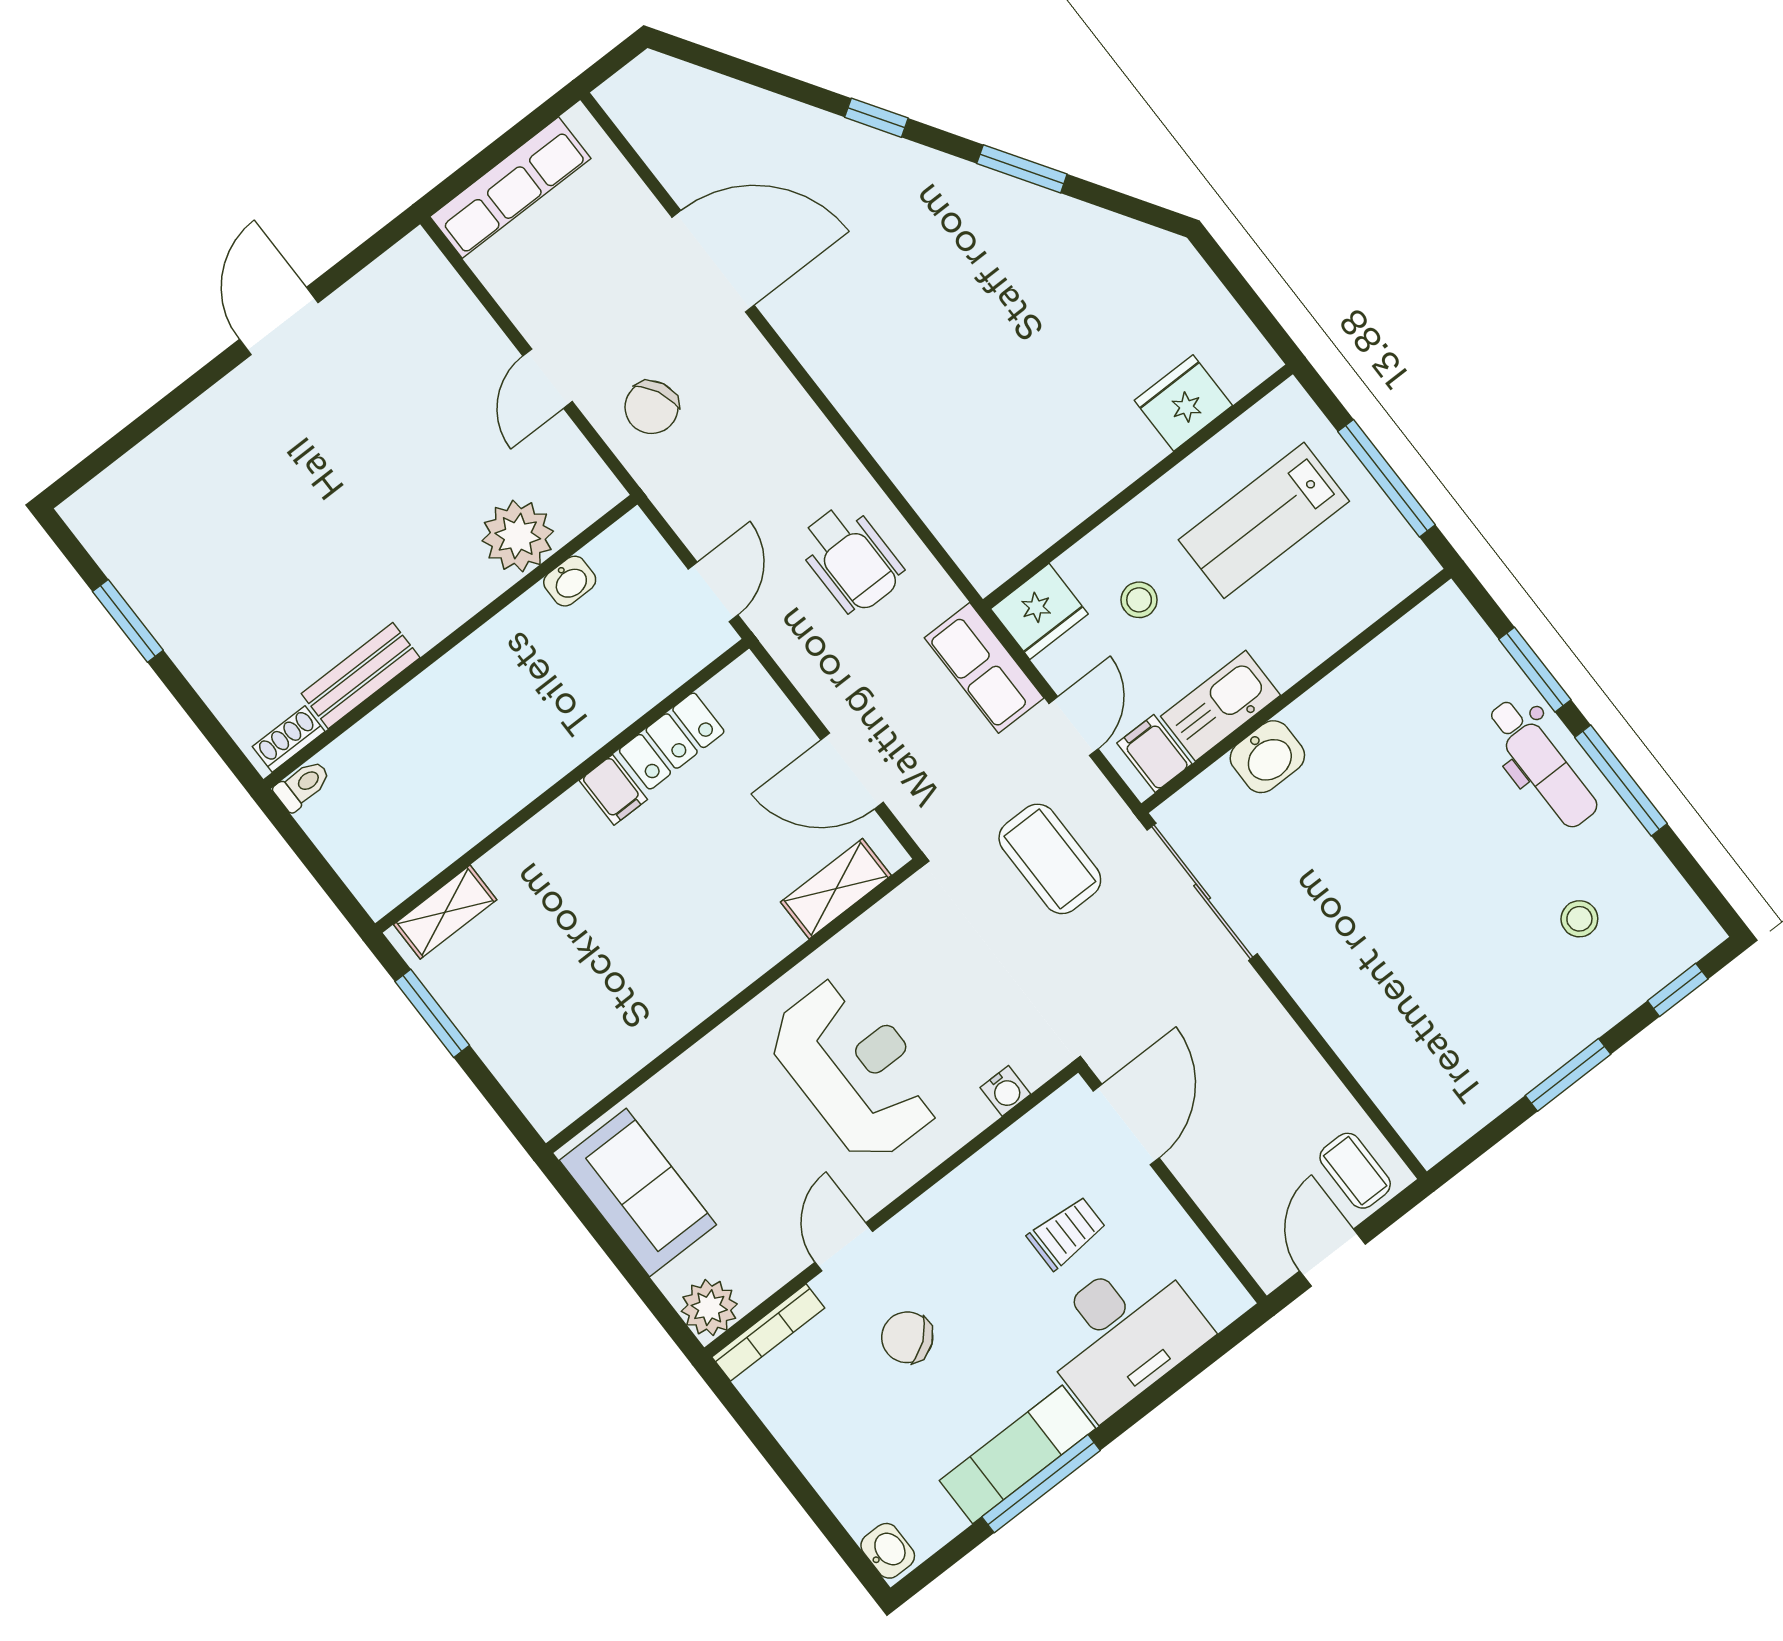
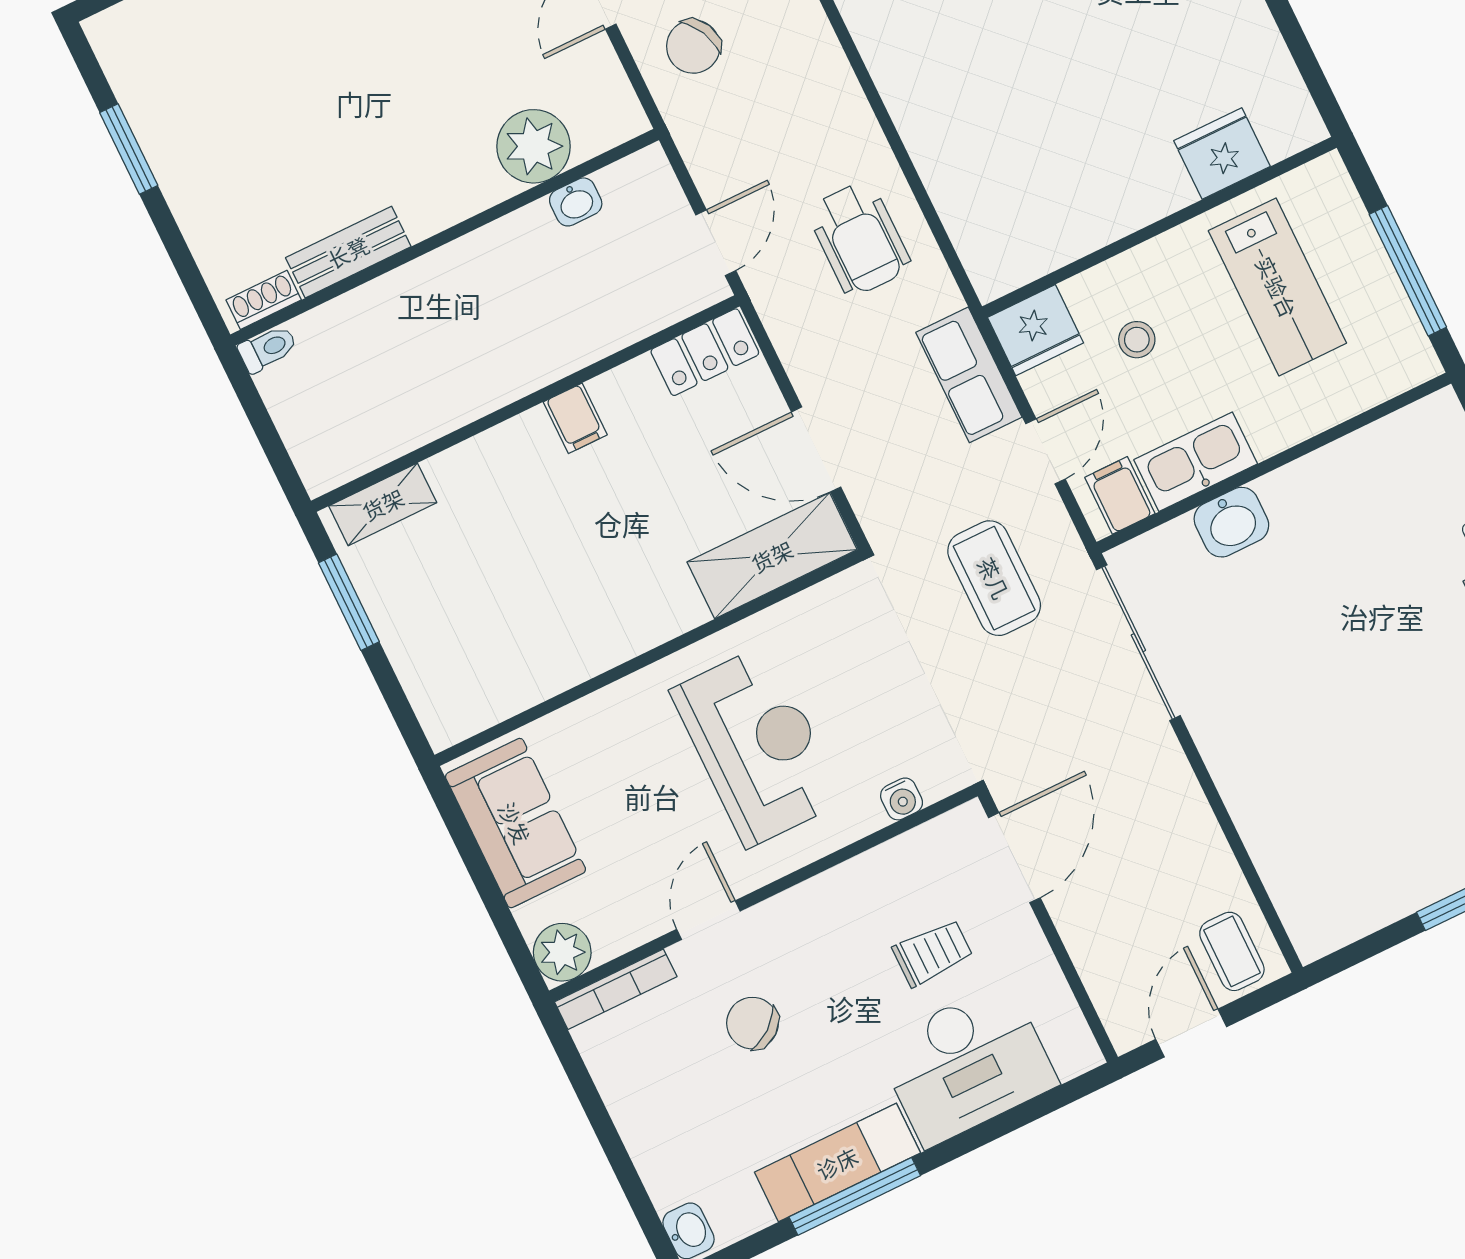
lab bench: (1264, 520) -> (1277, 287), turned -90
locker: (672, 741) -> (705, 352), moved
shelving: (836, 889) -> (772, 556), width x1.50, depth x1.33

